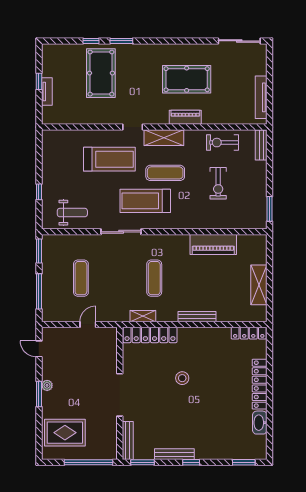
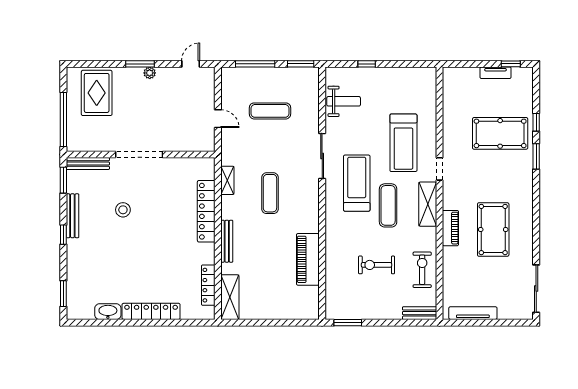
window: (39, 81) -> (511, 64), moved
tv unit: (47, 91) -> (496, 73), moved
weight bench: (72, 213) -> (344, 101), turned -90
exercise mat: (154, 278) -> (270, 193), turned 90
shelving: (259, 285) -> (230, 297), moved, turned 90
locker: (249, 333) -> (208, 285), moved
locker: (150, 335) -> (206, 211), moved
stool: (182, 378) -> (123, 210), moved

